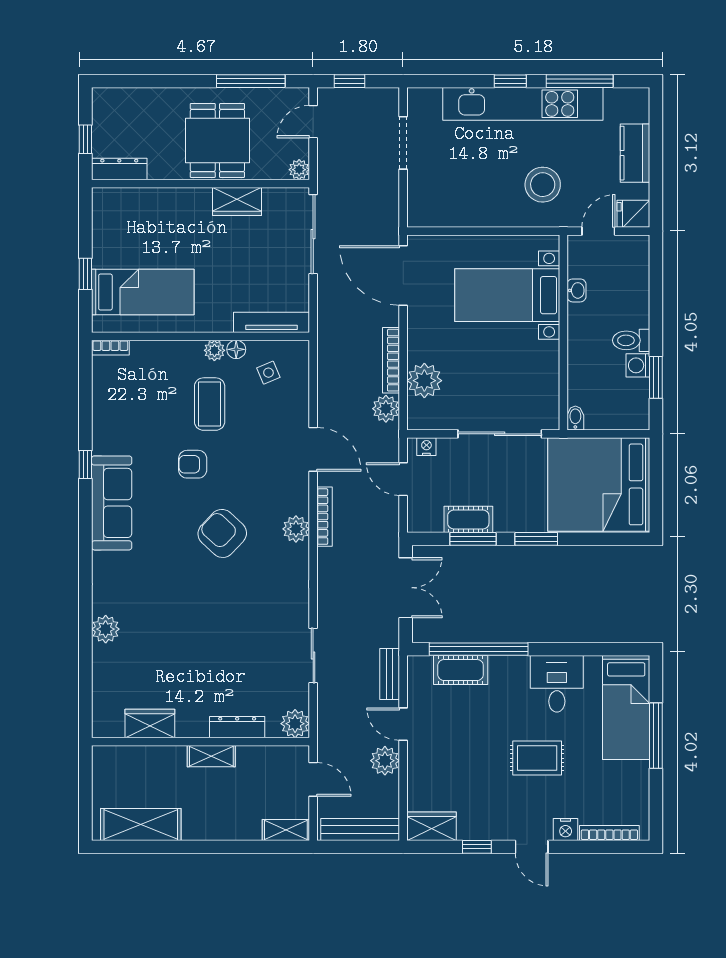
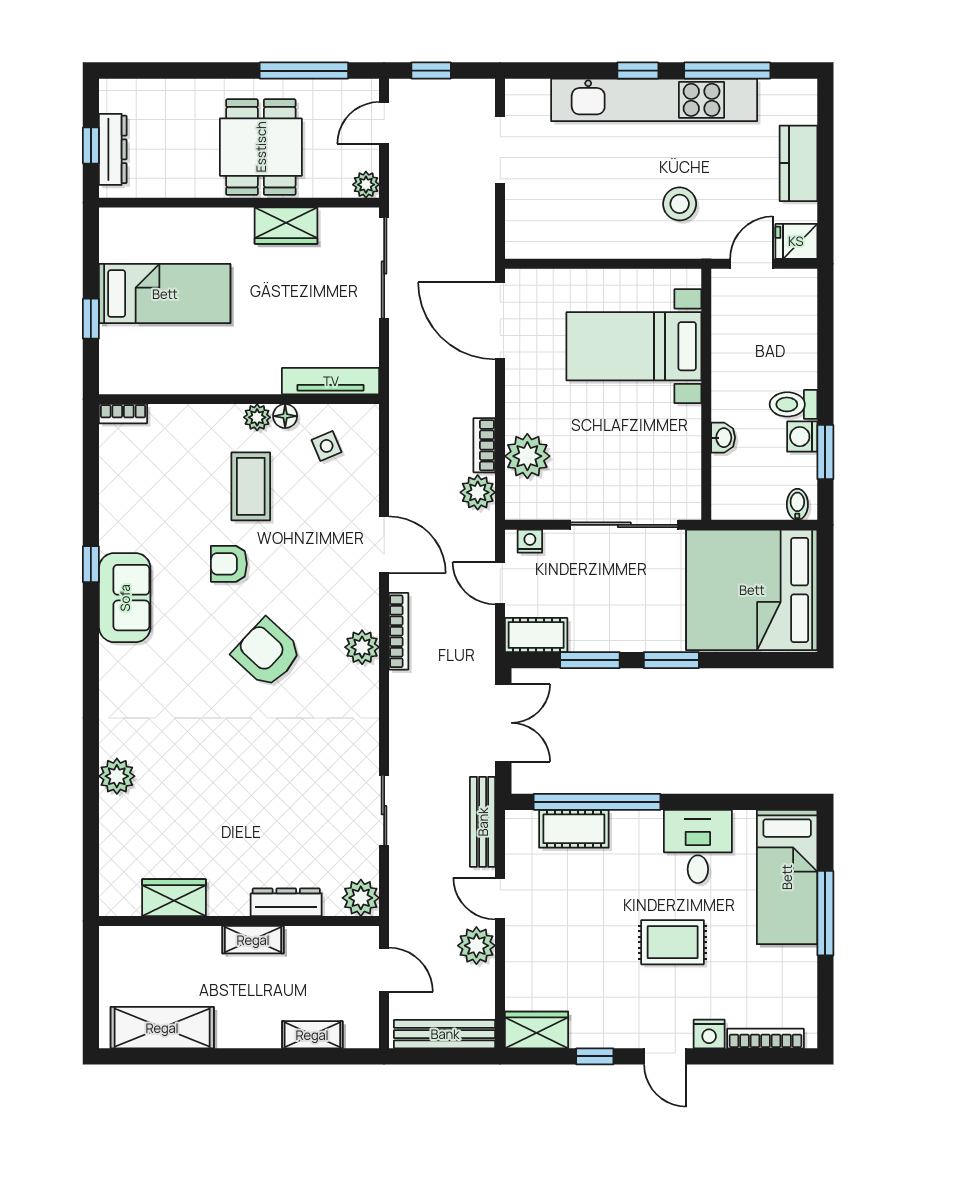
dresser: (119, 169) -> (113, 149), moved, turned 90
stool: (543, 185) -> (680, 204), width x0.73, depth x0.73
washbasin: (576, 290) -> (723, 438), moved
bed: (143, 292) -> (165, 294), moved
bookcase: (391, 360) -> (484, 445), width x0.64
bidet: (575, 418) -> (797, 504), moved
sofa: (112, 503) -> (125, 598), width x0.73
cot: (468, 519) -> (536, 635), moved
bench: (390, 674) -> (483, 822), width x1.36
shelving: (286, 830) -> (312, 1035), moved

